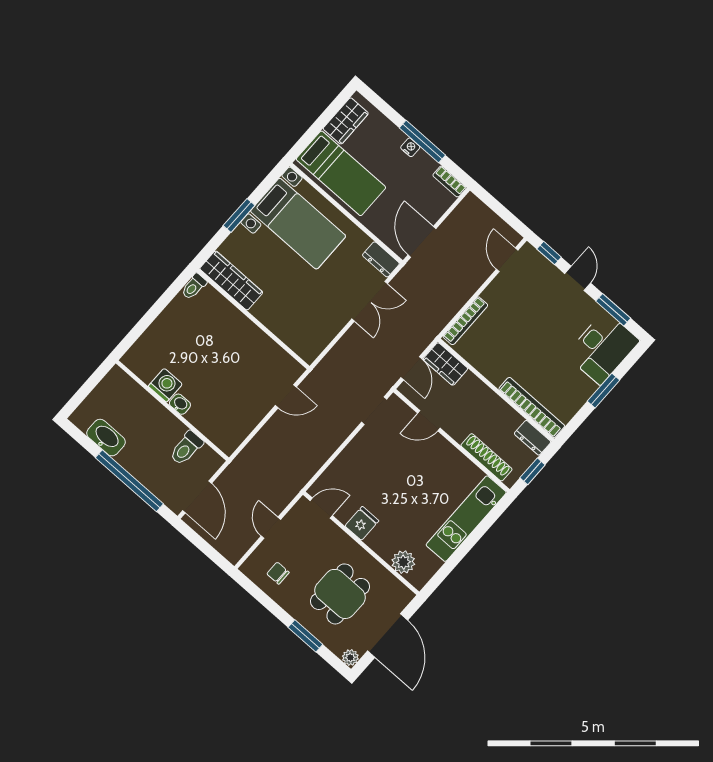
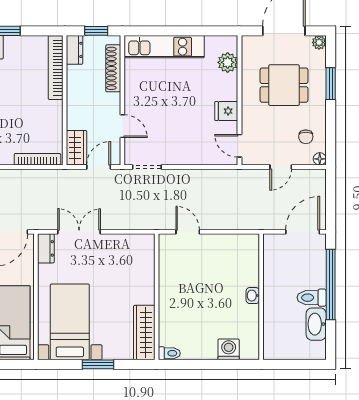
washing machine: (165, 385) -> (229, 349), moved, turned 90
toilet: (186, 448) -> (312, 298), moved, turned 180
floor lamp: (248, 568) -> (320, 159), added

